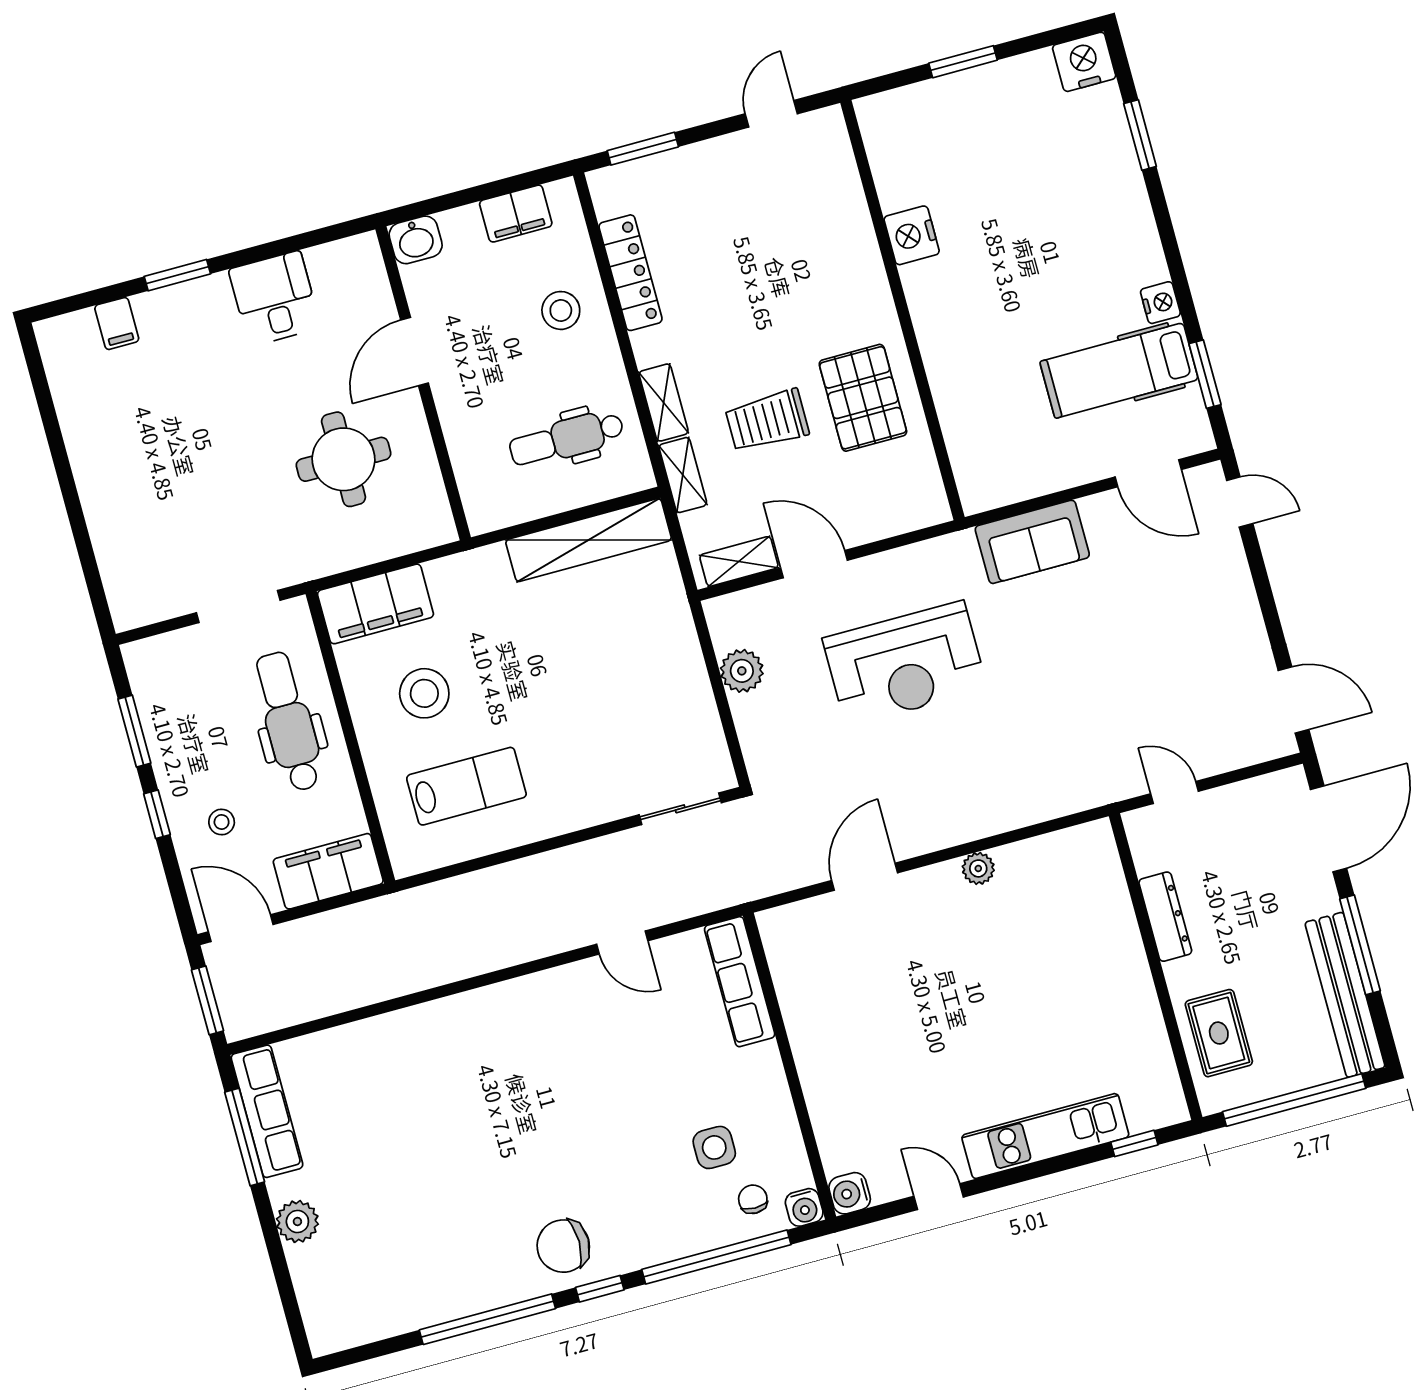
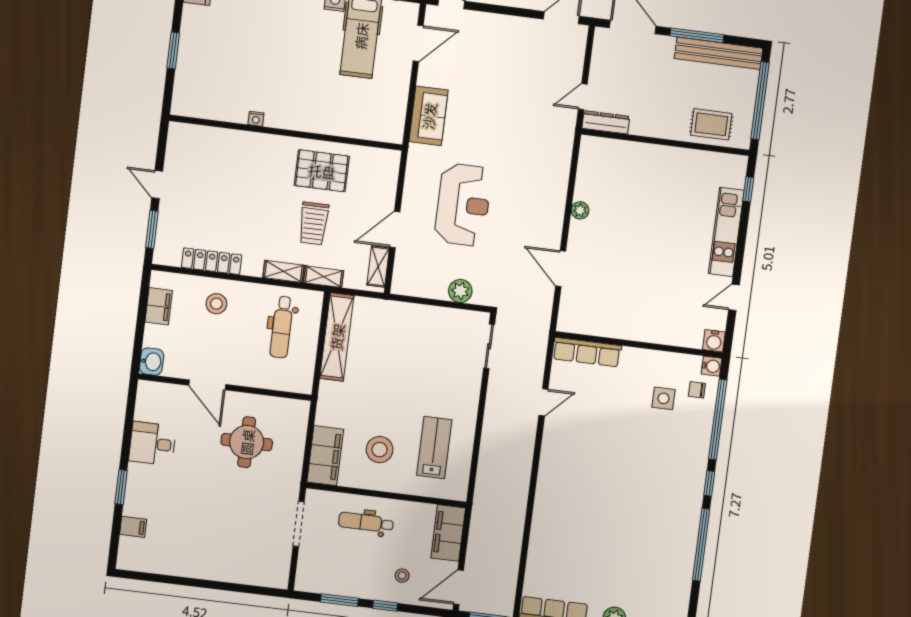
door: (771, 114) -> (157, 185), moved
nightstand: (912, 235) -> (256, 119), width x0.53, depth x0.56
plant: (742, 671) -> (460, 291), moved
dental chair: (288, 722) -> (366, 522), width x0.73, depth x0.72
dresser: (1165, 917) -> (606, 122), moved
chair: (563, 1246) -> (681, 493), removed

